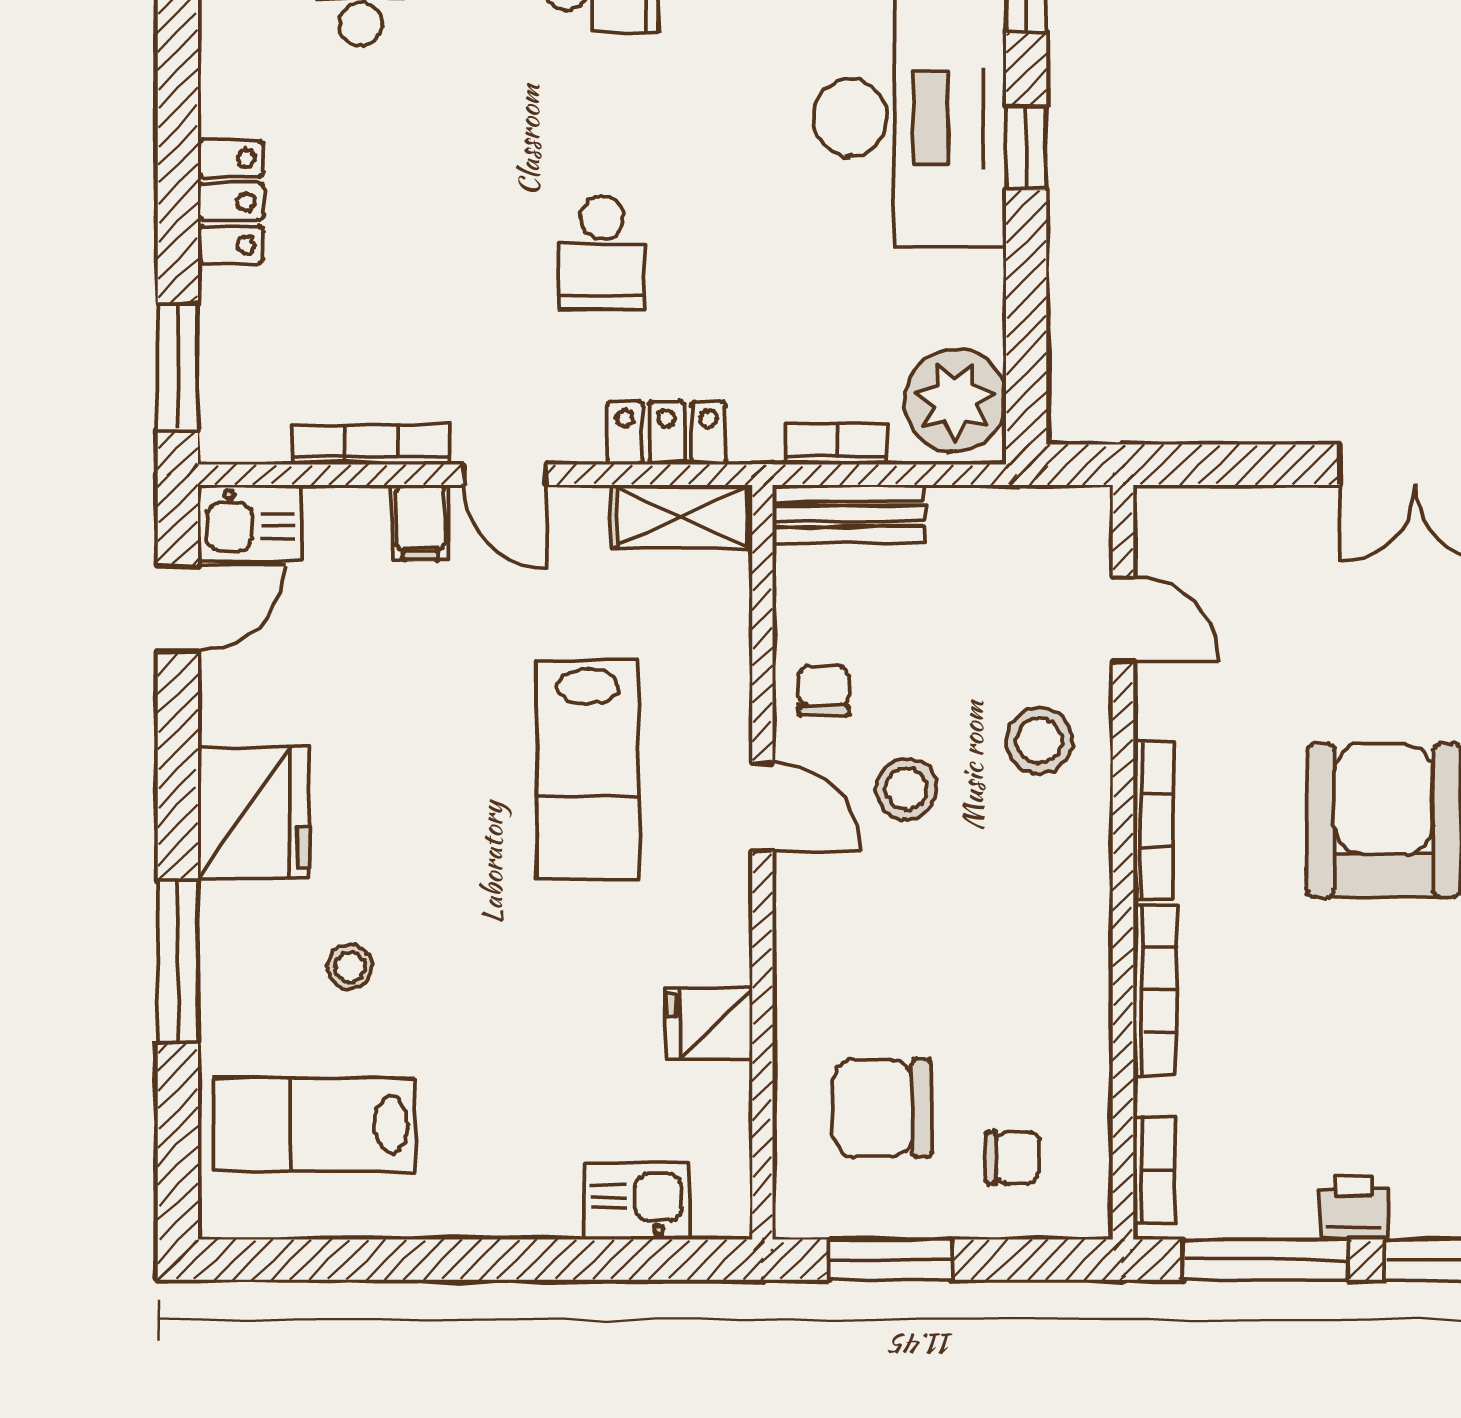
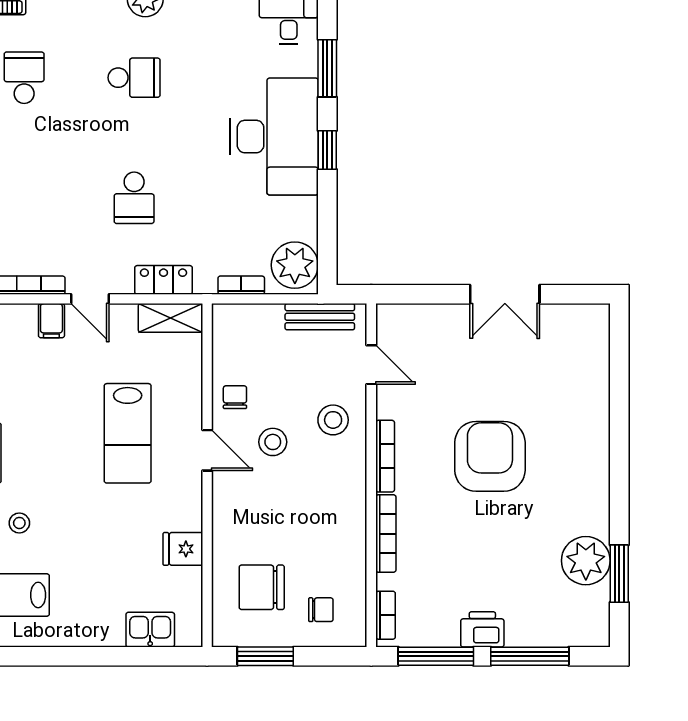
bench: (848, 514) -> (320, 317), moved
printer: (1354, 1208) -> (482, 629), width x1.36, depth x1.24

